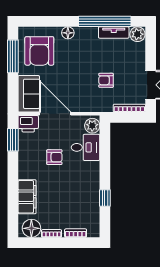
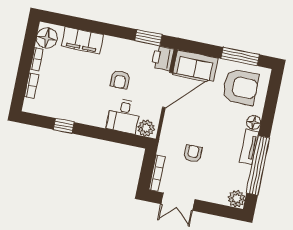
tv unit: (114, 32) -> (249, 147), moved
armchair: (39, 51) -> (240, 87), turned 180

